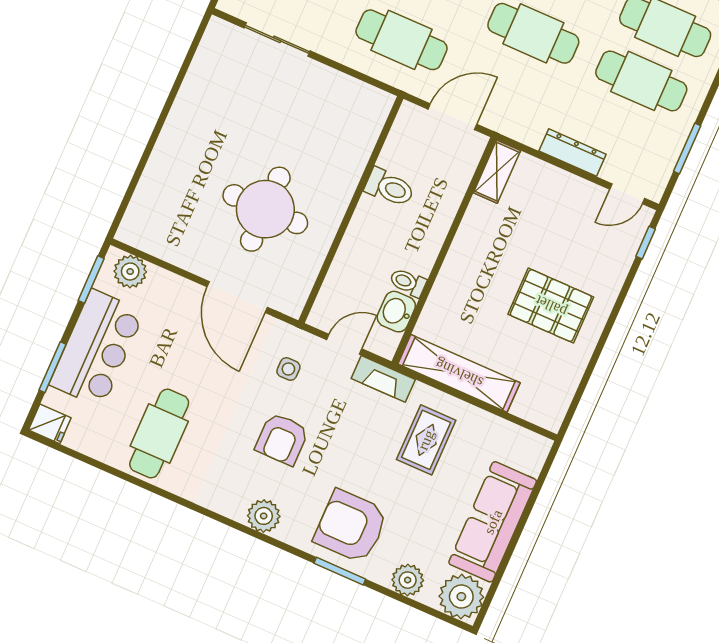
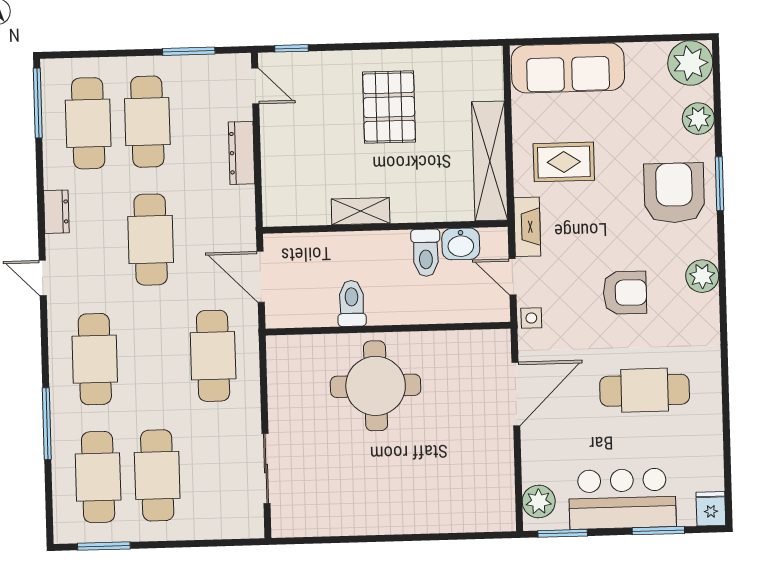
shelving: (497, 172) -> (361, 211), moved
round table: (265, 209) -> (376, 386), moved
toilet: (408, 282) -> (426, 253), width x1.37, depth x1.39
side table: (288, 369) -> (531, 318), moved
cafe table: (159, 434) -> (645, 390), moved
sofa: (493, 522) -> (568, 68), moved
armchair: (351, 526) -> (674, 193), turned 180

